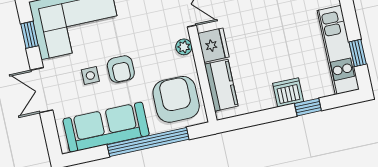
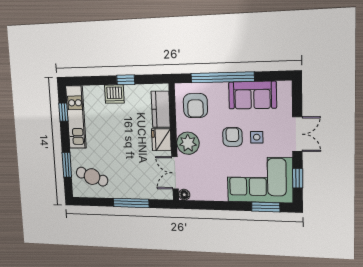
plant: (184, 47) -> (188, 143), width x1.88, depth x1.88
armchair: (176, 99) -> (195, 106), width x0.73, depth x0.73
window: (308, 107) -> (126, 80), moved
sofa: (106, 127) -> (252, 95), width x0.73

